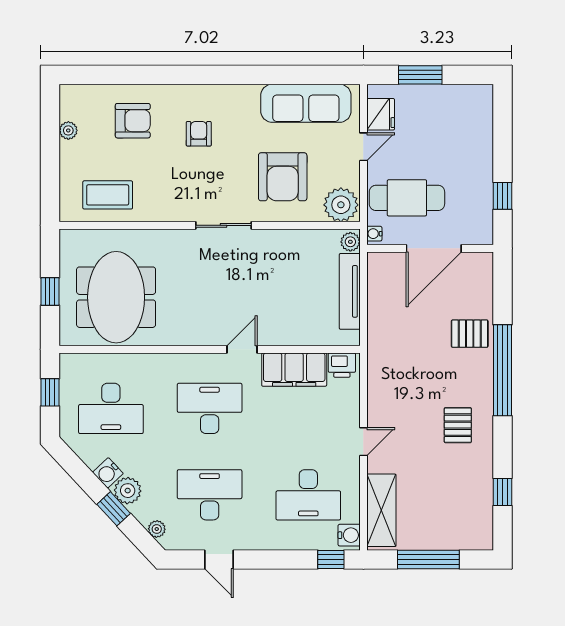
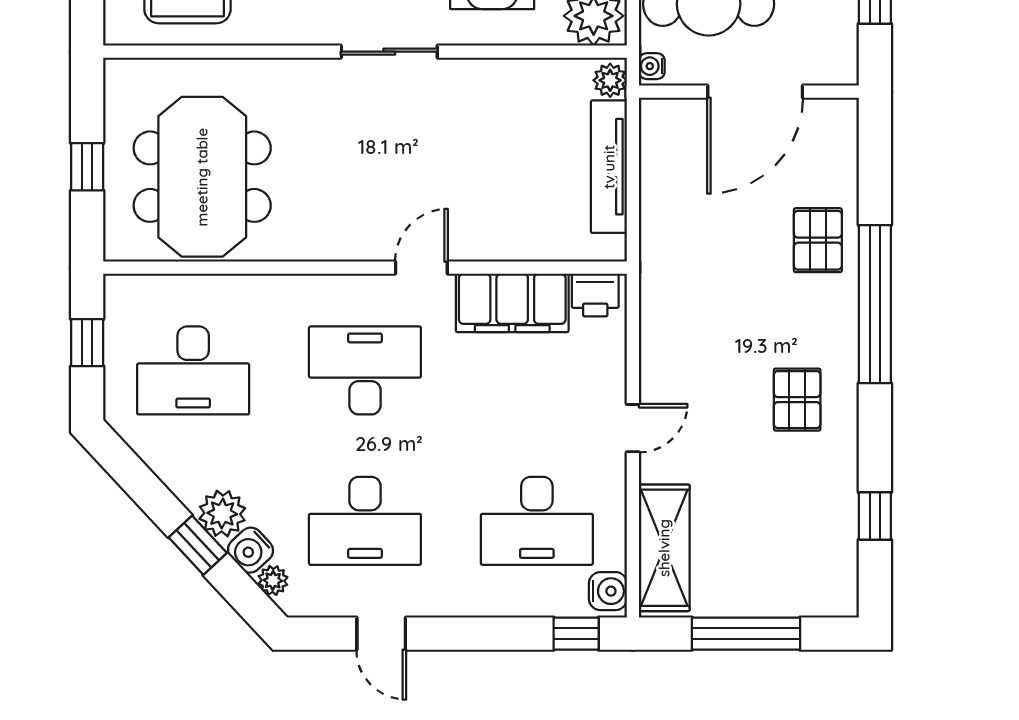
pallet: (470, 334) -> (818, 240), turned 90
water cooler: (108, 473) -> (250, 550), moved
desk: (210, 495) -> (365, 521), turned 180

